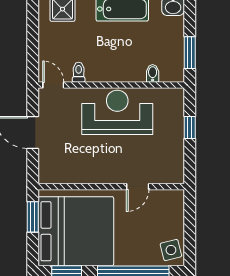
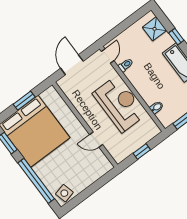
wall: (111, 187) -> (85, 125), moved
door: (138, 187) -> (96, 140), moved

